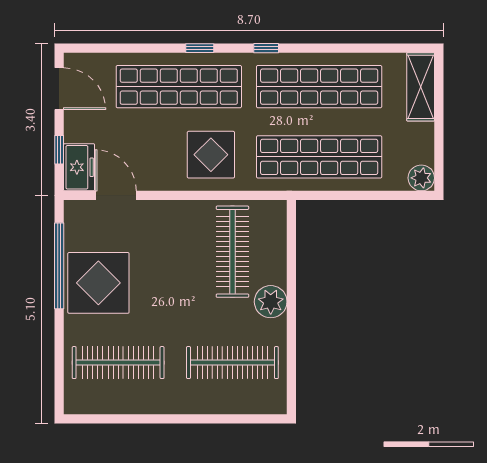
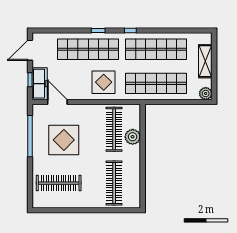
shelving: (421, 87) -> (205, 61), moved
door: (59, 89) -> (30, 50), swing flipped
freezer: (79, 167) -> (40, 84), width x1.40
display table: (98, 283) -> (64, 140), moved
plant: (271, 302) -> (133, 137), moved
clothes rail: (232, 363) -> (114, 183), turned 90

